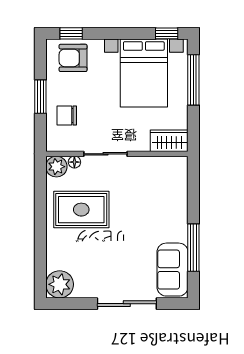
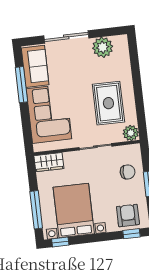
armchair: (73, 58) -> (128, 215), turned -90
floor lamp: (74, 162) -> (118, 138), removed
corner sofa: (162, 205) -> (49, 114), added
rug: (81, 210) -> (108, 103), turned 90
plant: (60, 284) -> (103, 47), moved

